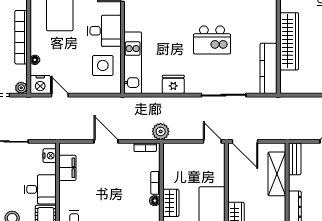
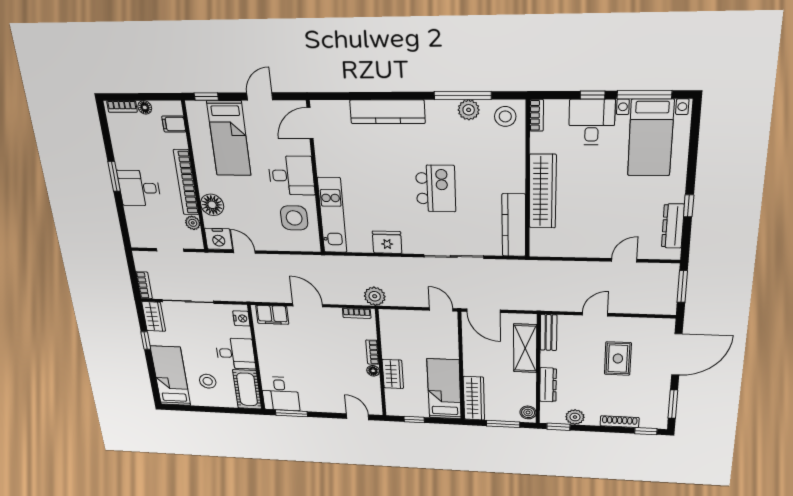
kitchen island: (212, 40) -> (436, 188), turned -90
floor lamp: (35, 60) -> (212, 205), width x1.89, depth x1.89
plant: (21, 88) -> (193, 223), moved
filing cabinet: (67, 168) -> (272, 315), moved, turned 90

